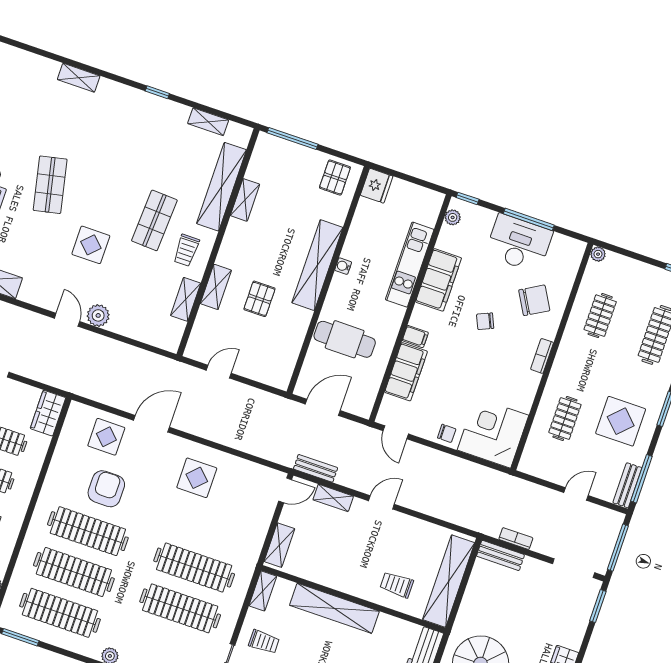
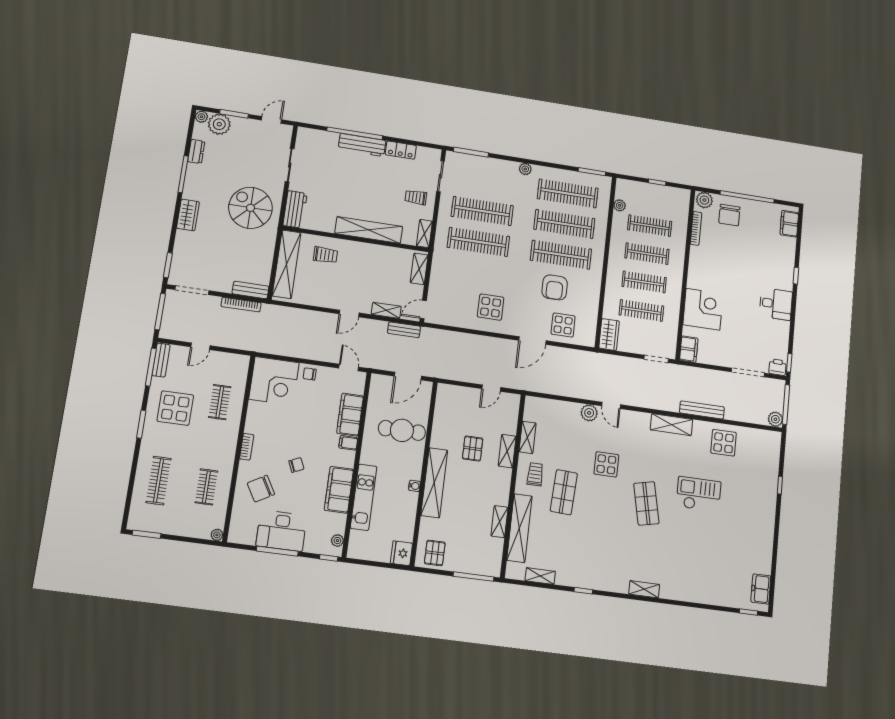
bookcase: (516, 539) -> (241, 305), width x1.56

